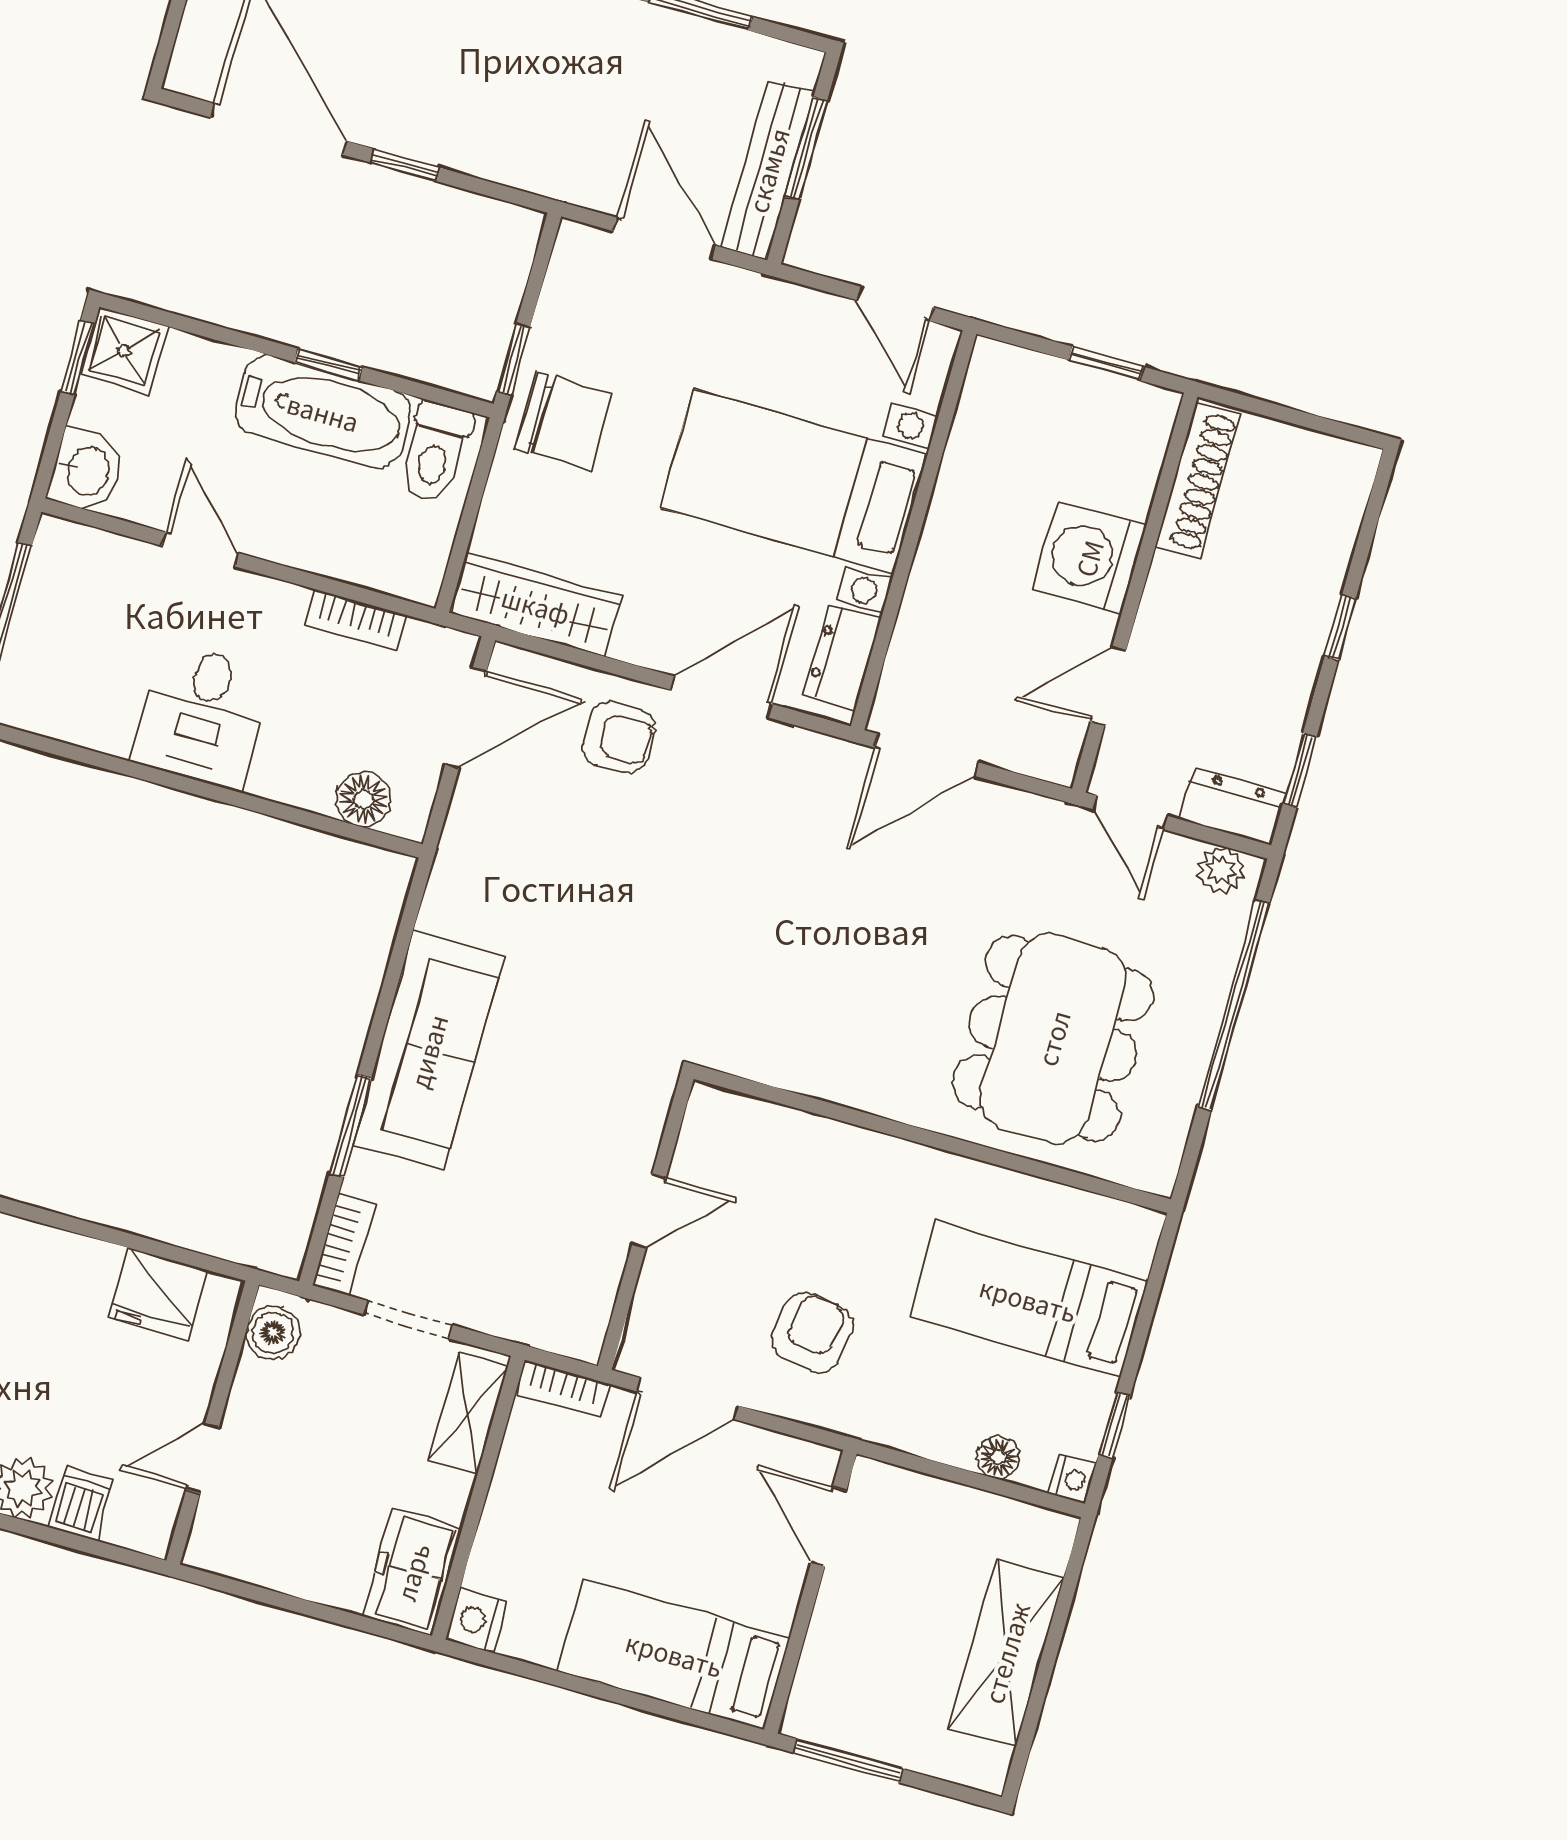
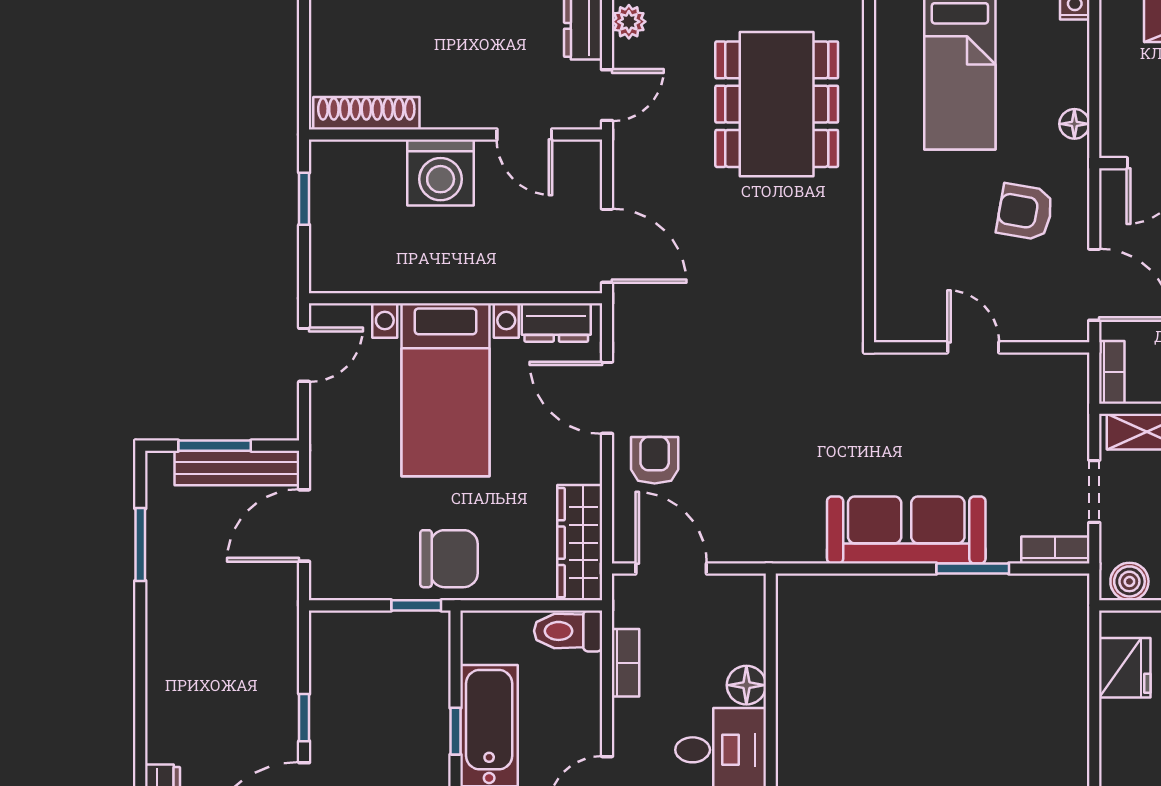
chair: (564, 422) -> (449, 559), turned 90
toilet: (435, 452) -> (568, 631), moved, turned 180
floor lamp: (364, 799) -> (746, 685), moved
dining table: (1053, 1038) -> (777, 104), turned 90
floor lamp: (998, 1458) -> (1074, 124), moved

